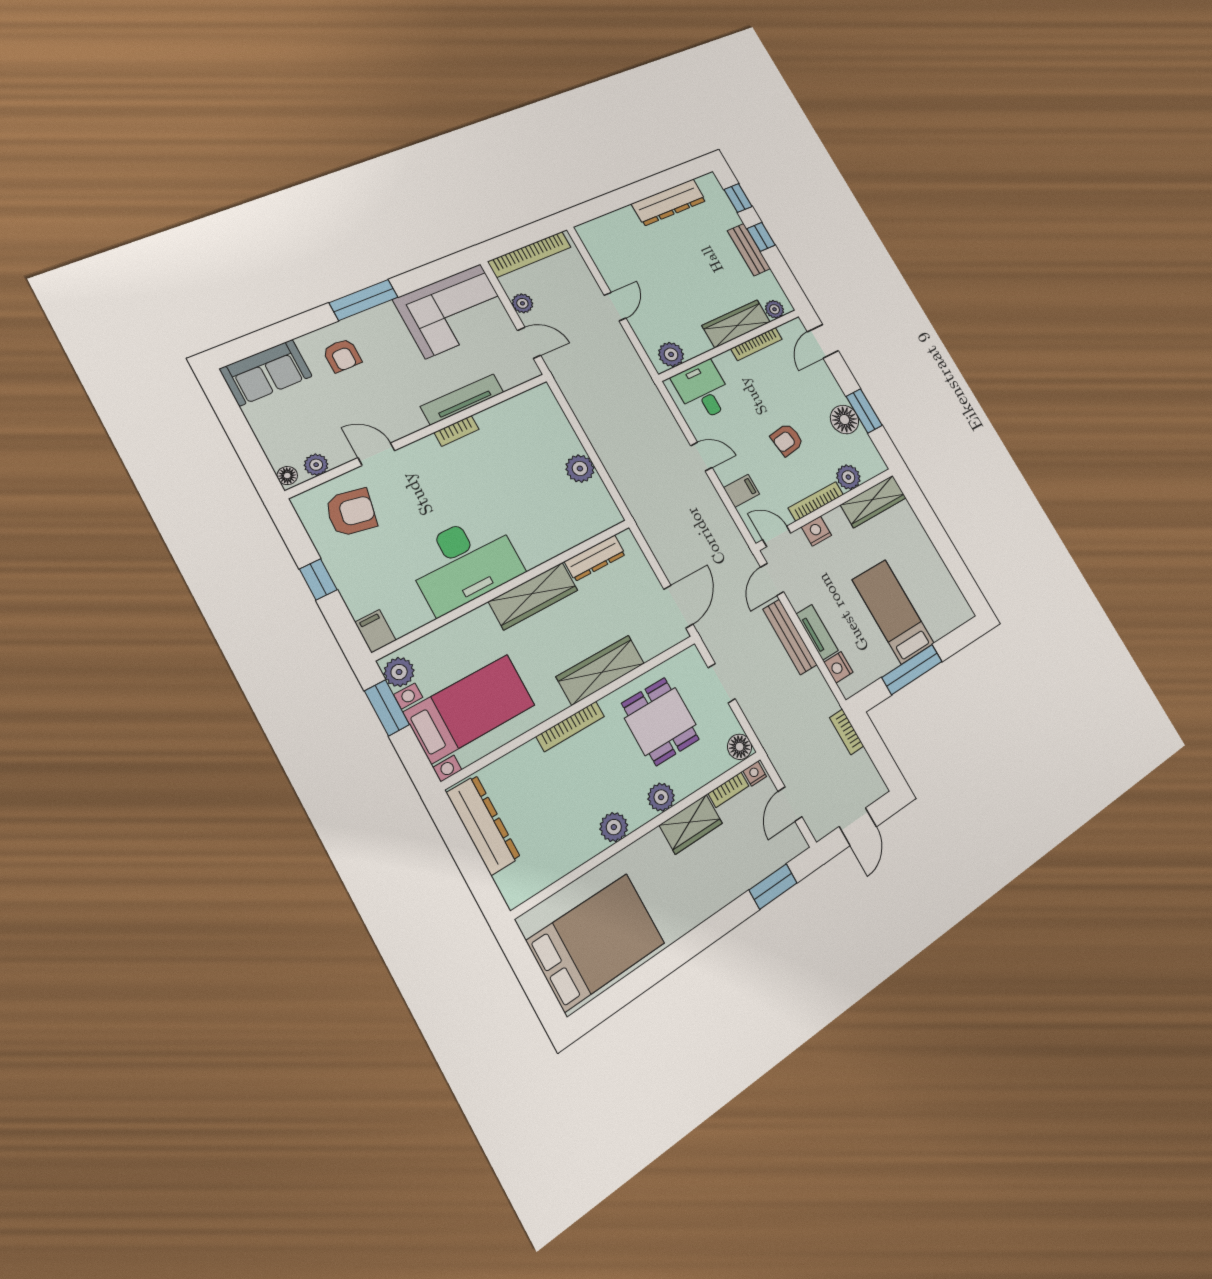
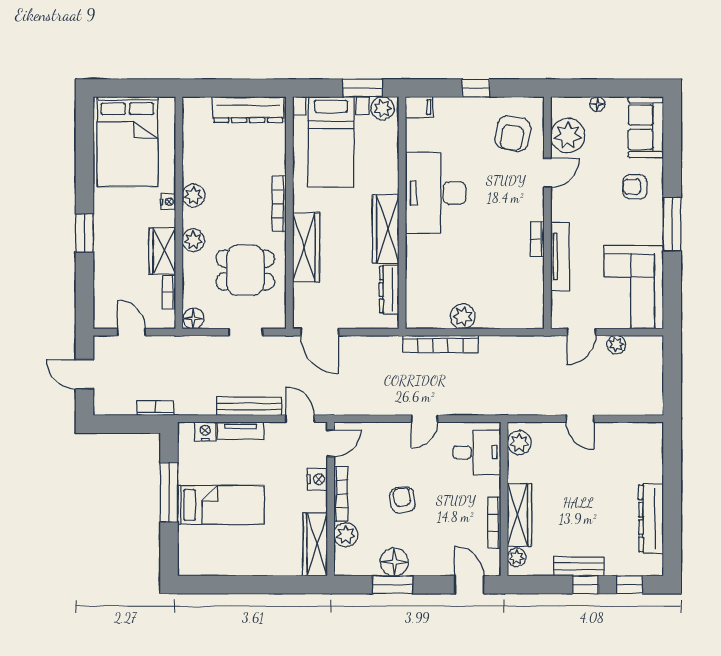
bookcase: (530, 254) -> (440, 344), moved, turned -90
plant: (316, 465) -> (568, 135), width x1.88, depth x1.88
floor lamp: (287, 476) -> (597, 104), moved
filing cabinet: (741, 491) -> (381, 436), removed
nightstand: (755, 774) -> (168, 202), moved
window: (773, 886) -> (84, 233), moved

